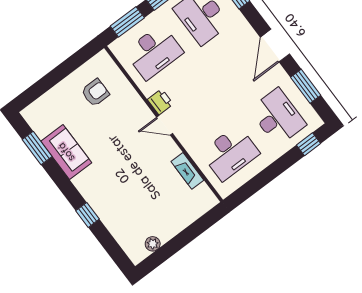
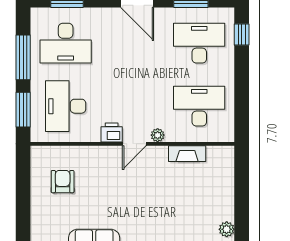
desk: (154, 52) -> (66, 106), turned 180
plant: (184, 138) -> (158, 135), added
desk: (230, 153) -> (199, 106), turned -90

